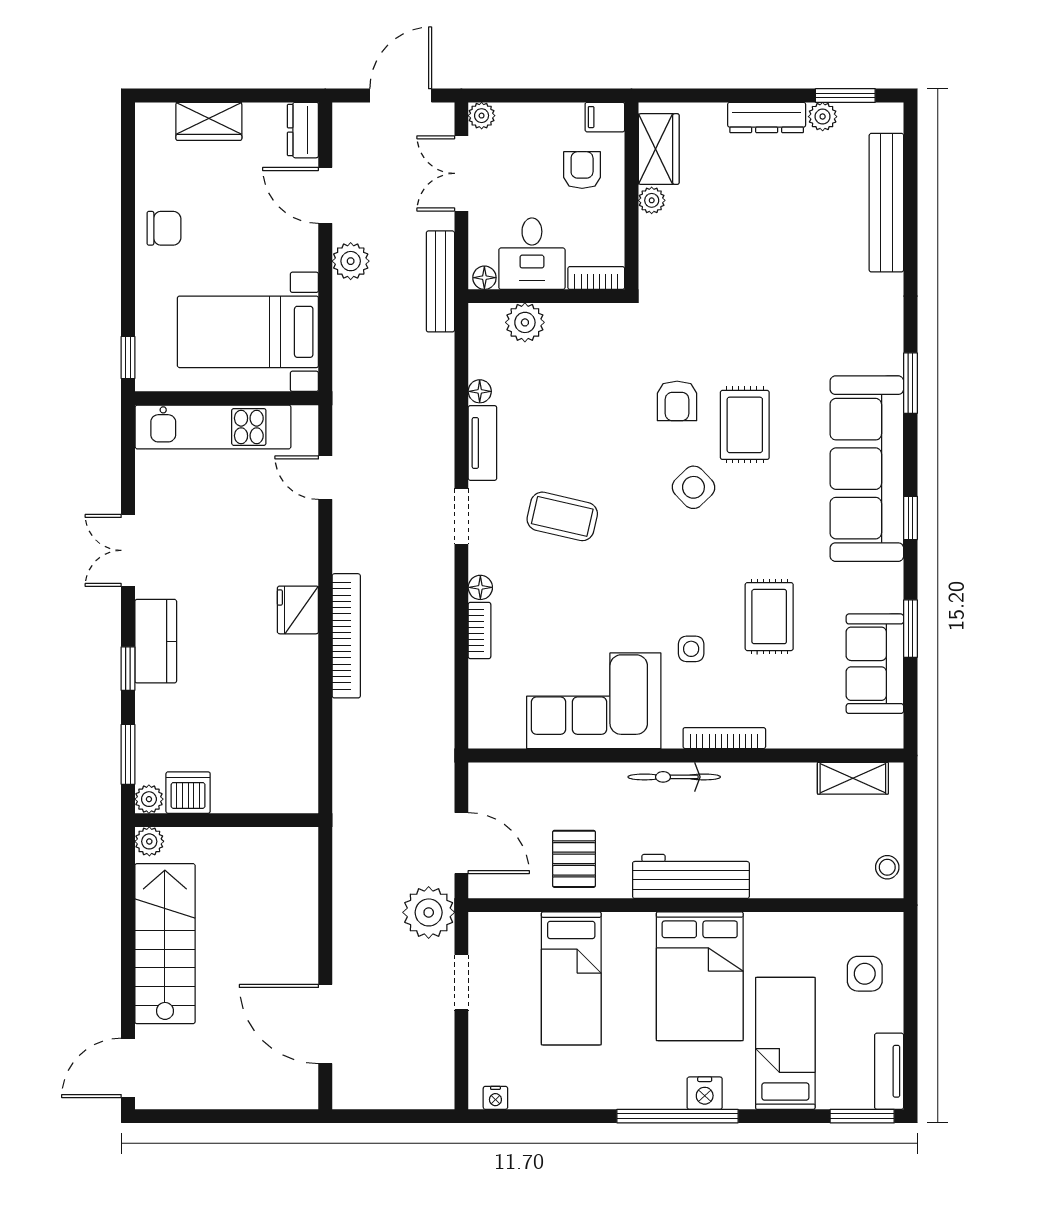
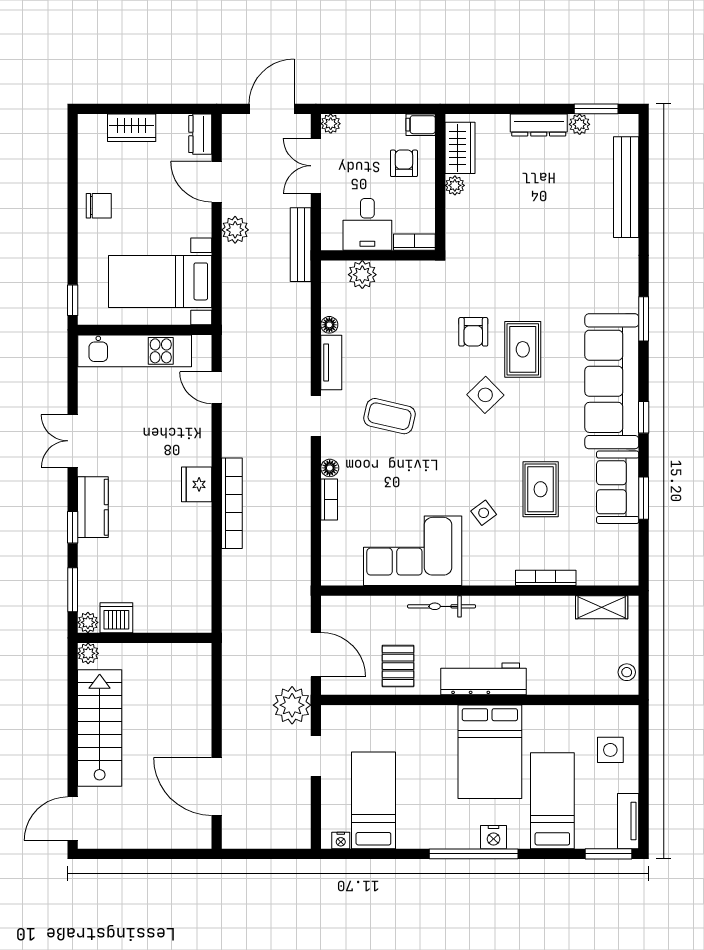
floor lamp: (484, 278) -> (333, 242), removed
side table: (691, 649) -> (484, 513), turned -37
sofa: (875, 664) -> (618, 487), moved
bookcase: (724, 738) -> (546, 578), moved
bicycle: (674, 777) -> (442, 606), moved
bed: (571, 978) -> (373, 800), moved, turned 180

